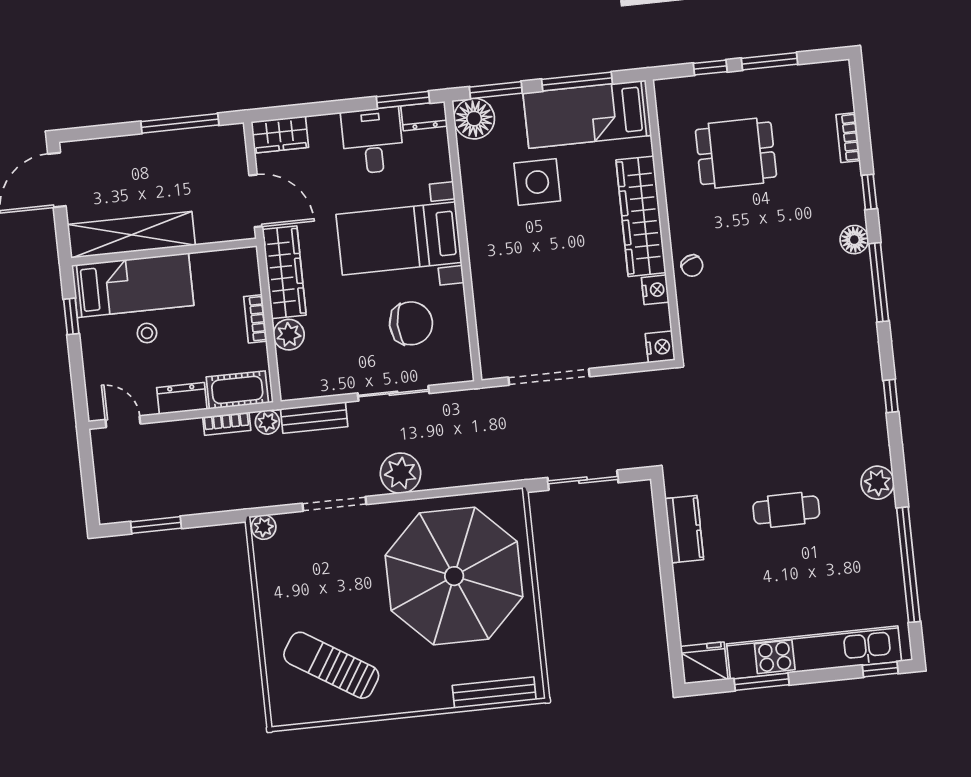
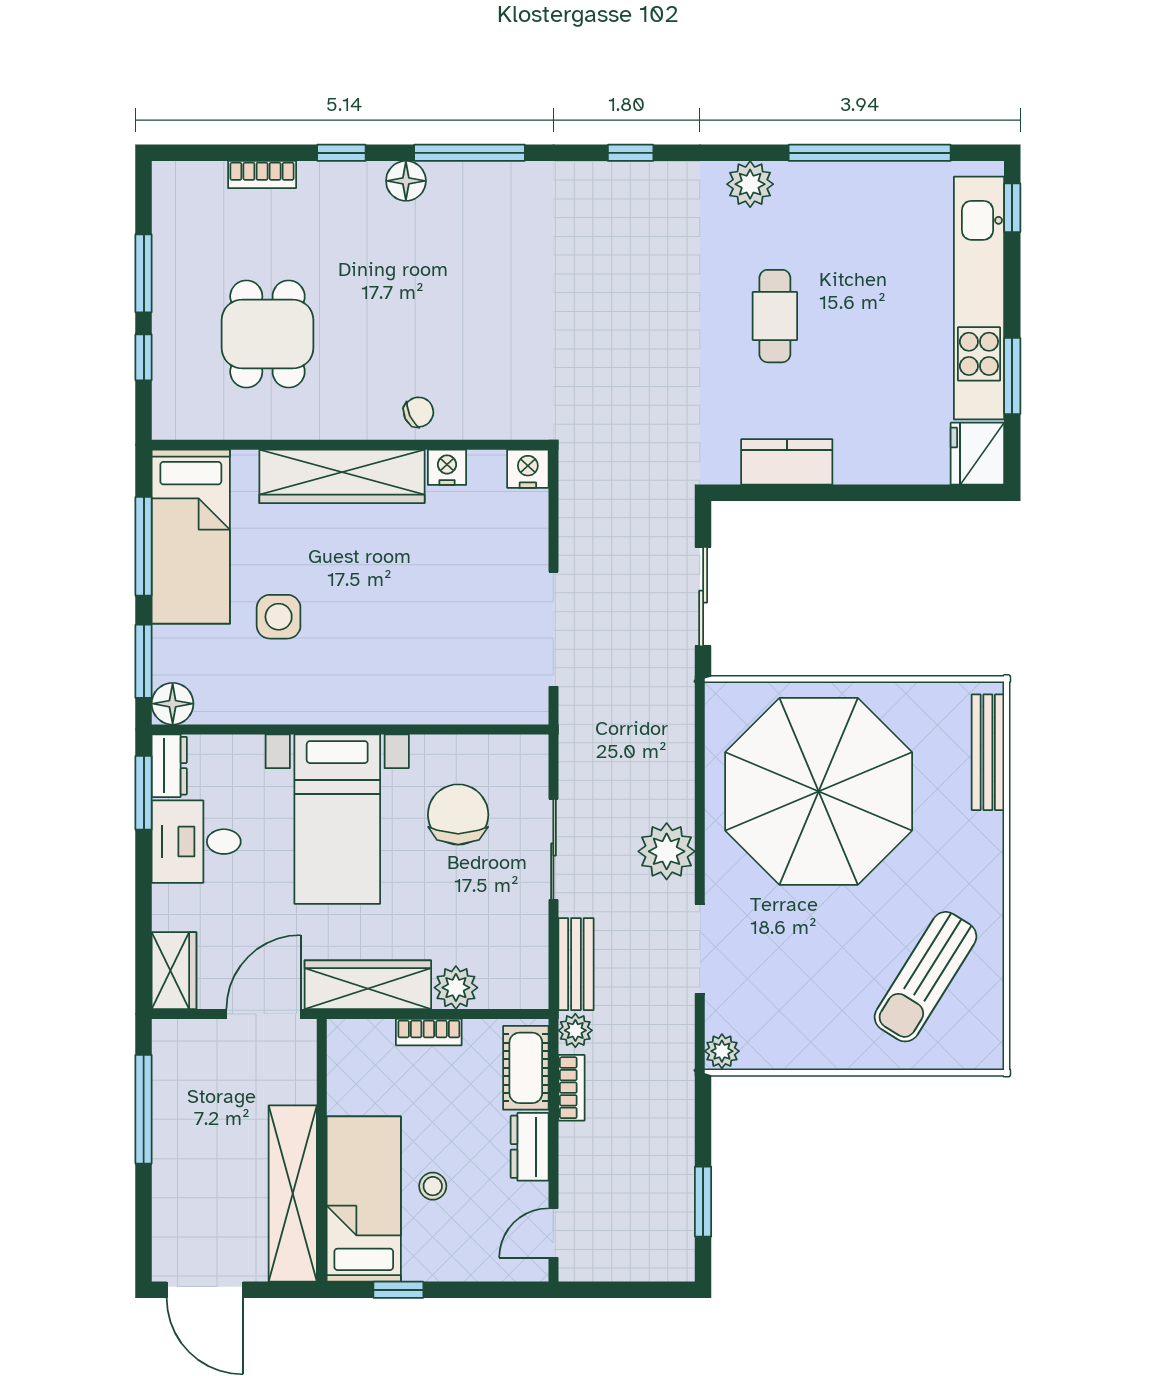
floor lamp: (474, 119) -> (173, 704), width x0.73, depth x0.73
side table: (537, 182) -> (279, 617), width x0.73, depth x0.73

